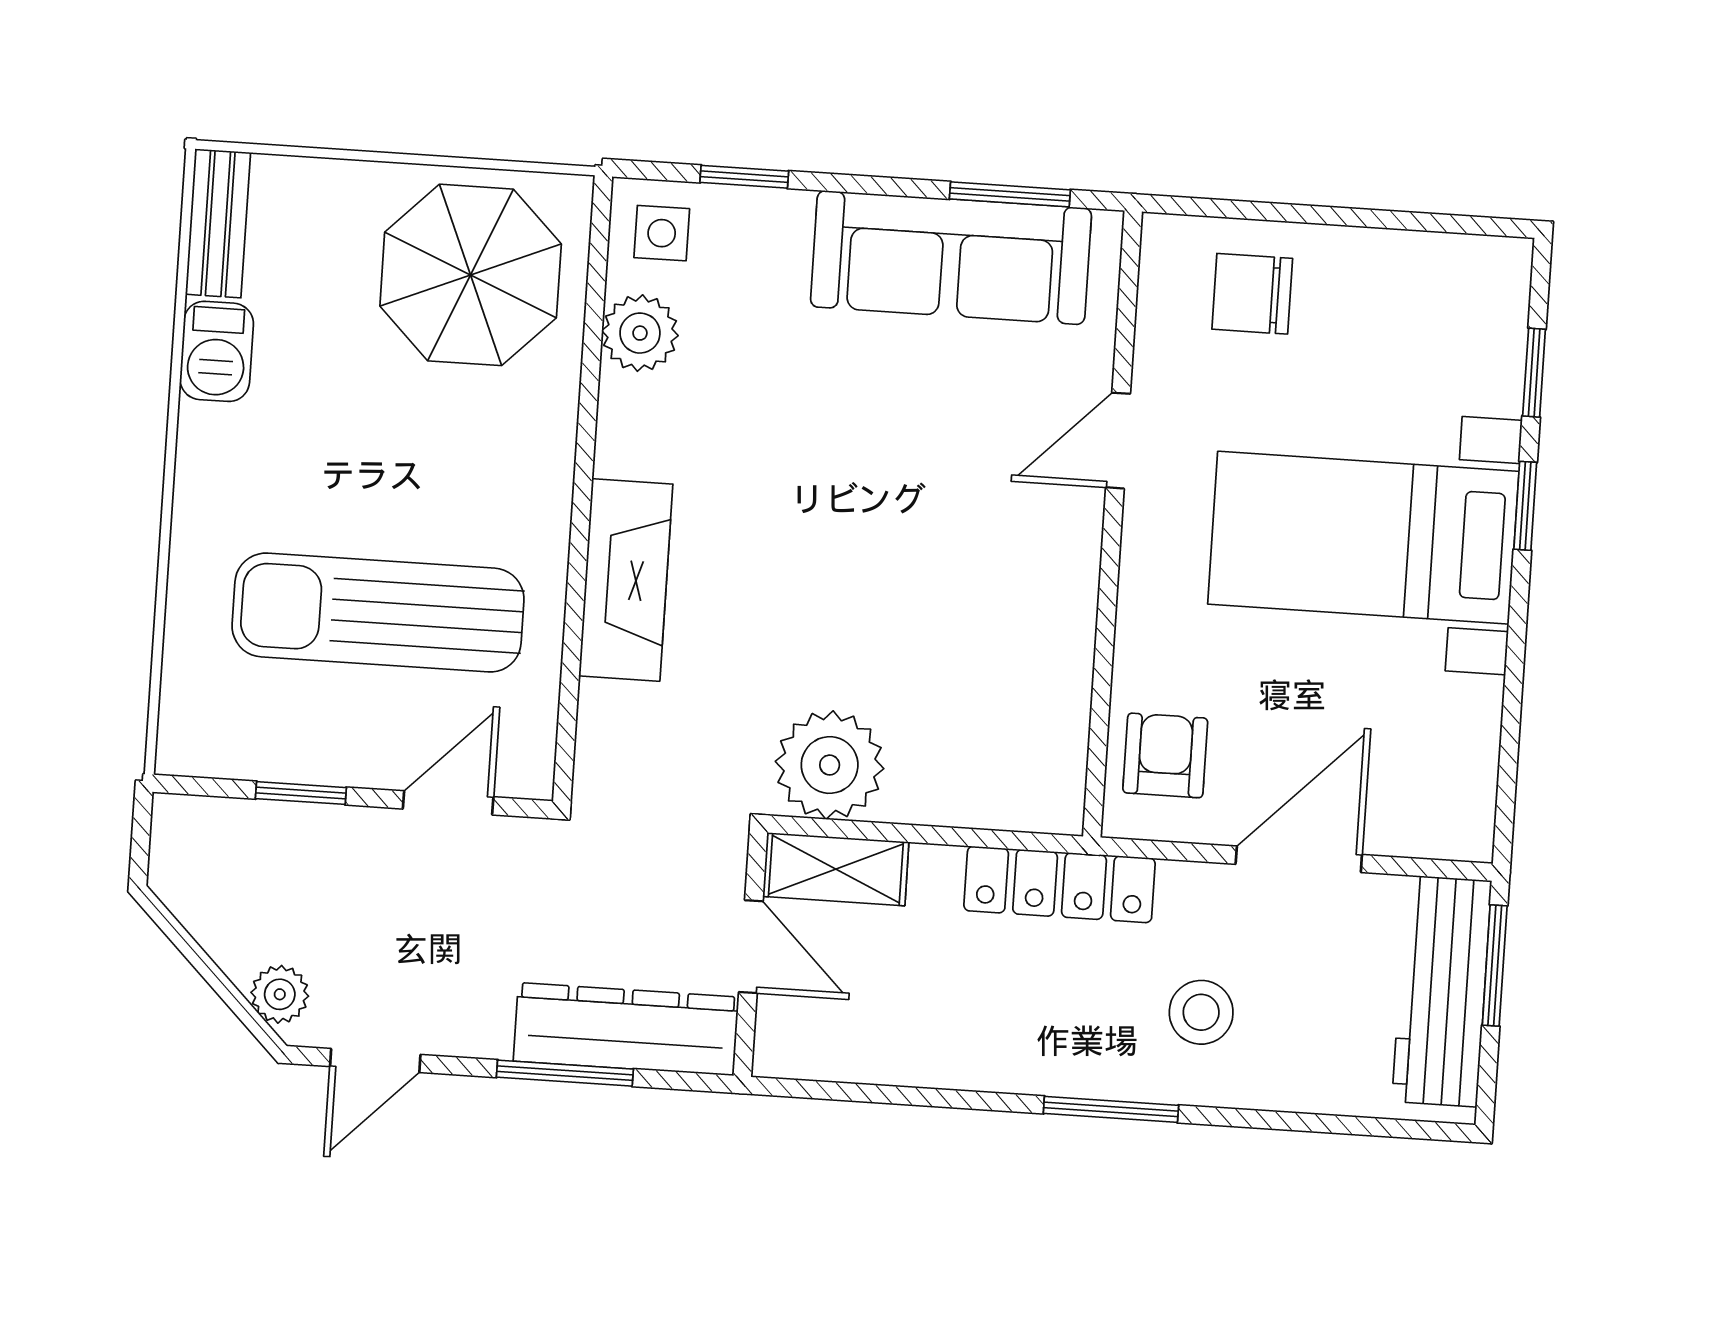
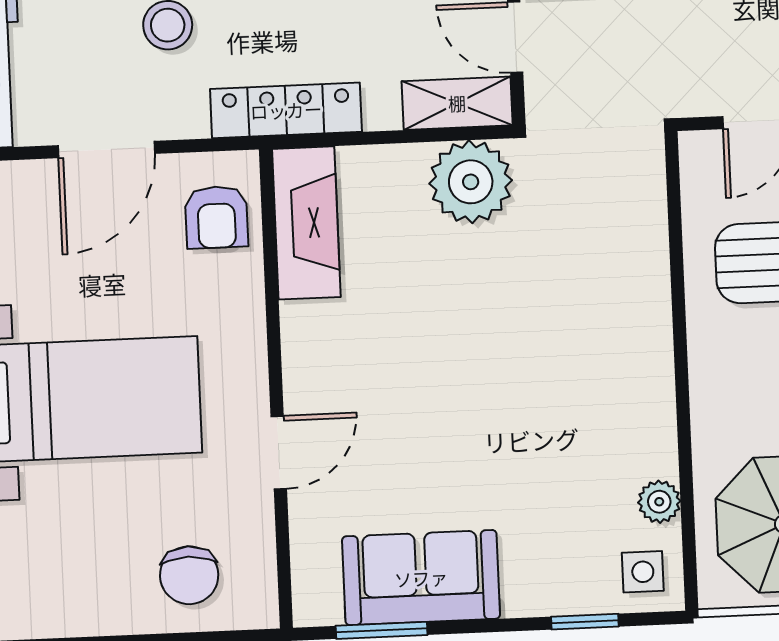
sofa: (951, 258) -> (421, 578), width x0.73
chair: (1252, 294) -> (189, 575), turned 90
plant: (640, 333) -> (659, 502), width x0.73, depth x0.73
fireplace: (626, 580) -> (306, 223), moved, turned 180

